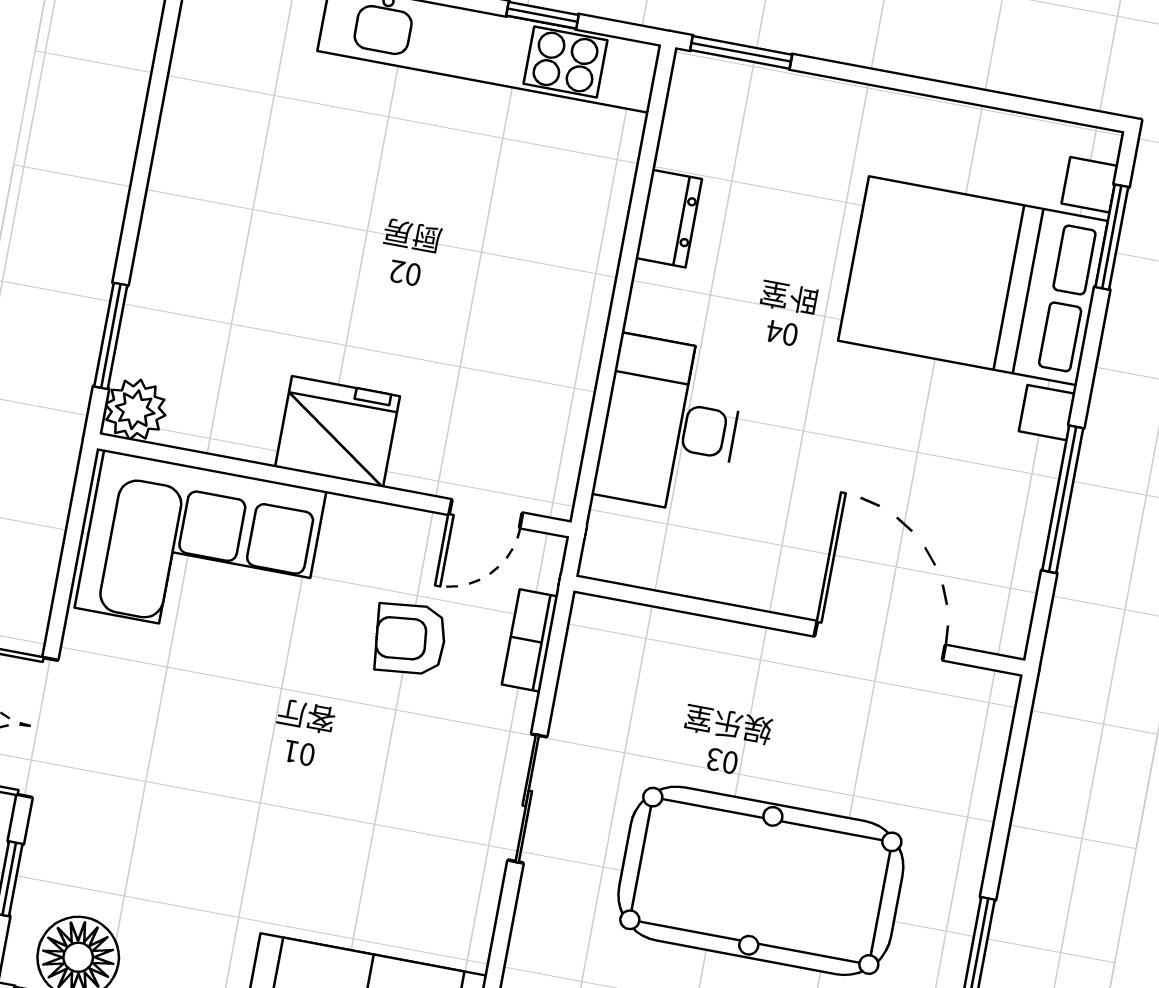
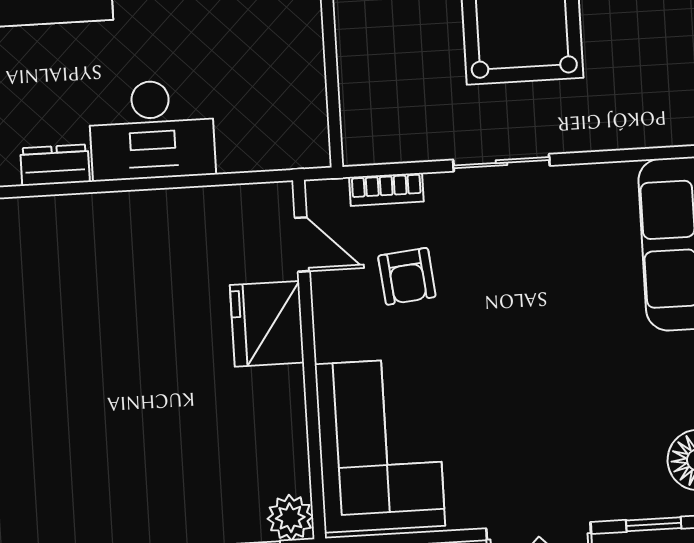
desk: (670, 425) -> (152, 130), moved
fridge: (337, 432) -> (267, 324), moved

